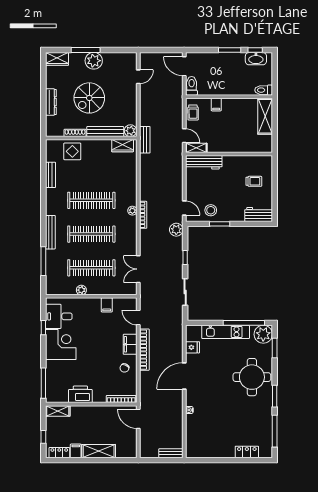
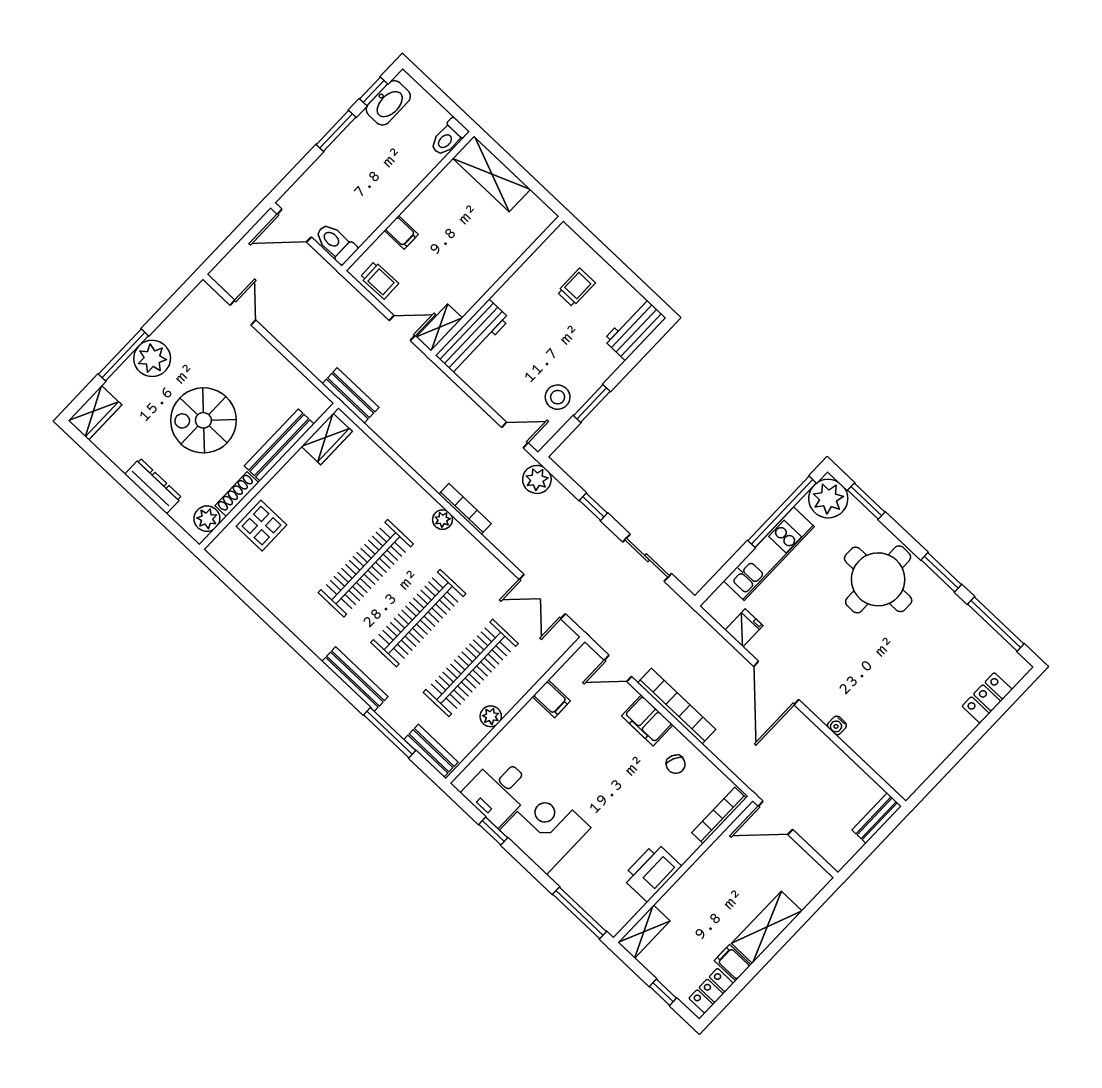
spiral stairs: (89, 98) -> (203, 420), turned 90
plant: (130, 131) -> (207, 519), moved
bench: (51, 175) -> (431, 751), moved

